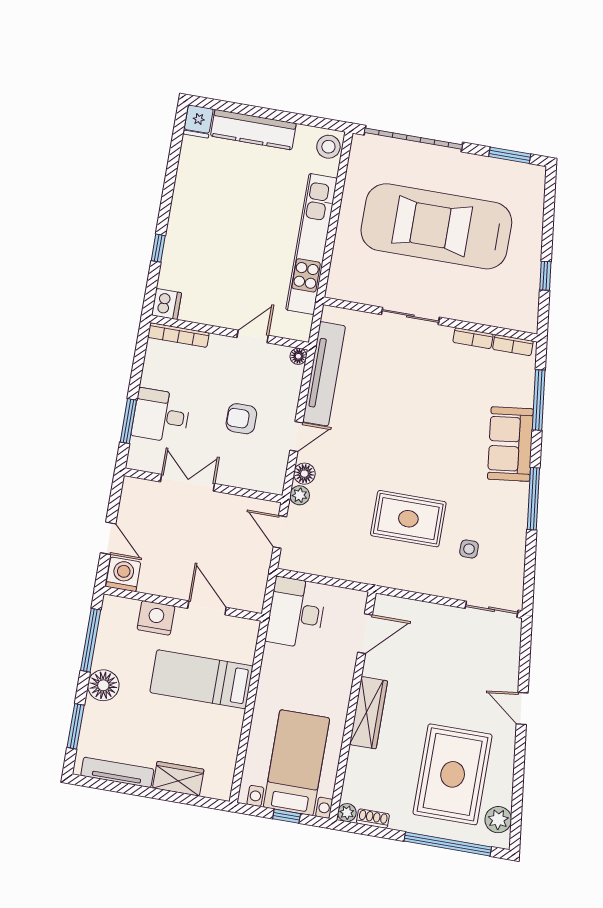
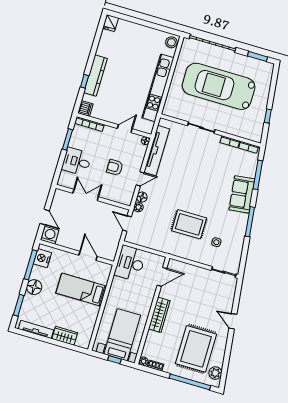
kitchen counter: (253, 130) -> (95, 76), moved, turned -90
window: (128, 421) -> (68, 139), moved
nightstand: (156, 618) -> (42, 258), moved, turned -90

